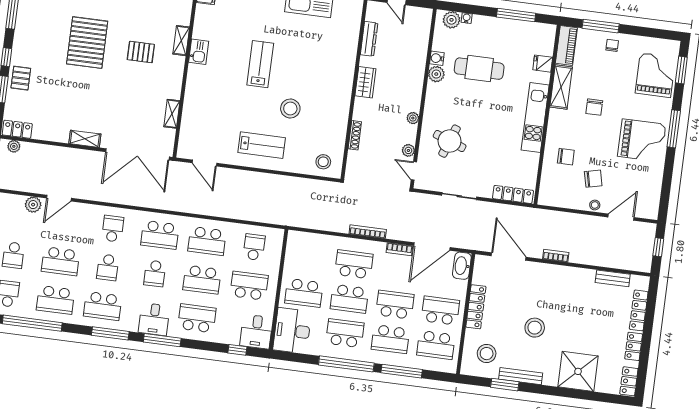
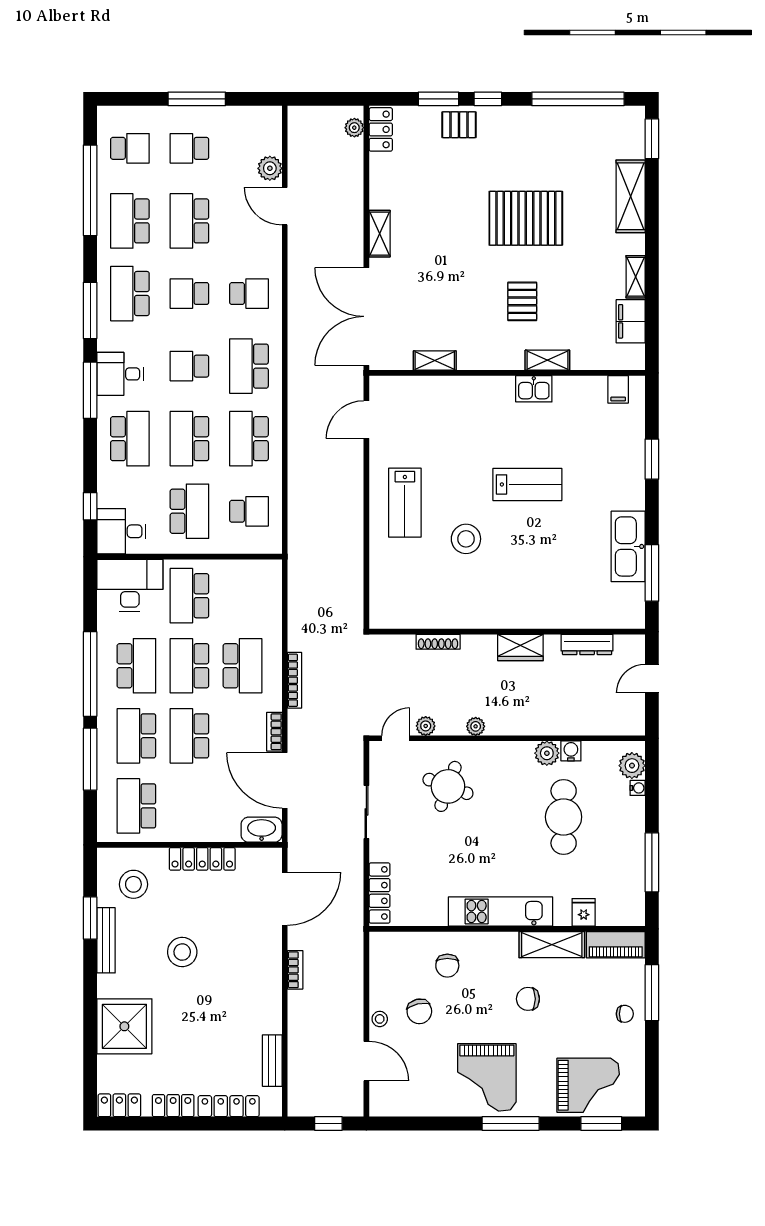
stool: (323, 162) -> (392, 599), removed
school desk: (395, 305) -> (189, 736), turned 180
school desk: (440, 311) -> (189, 806), removed

